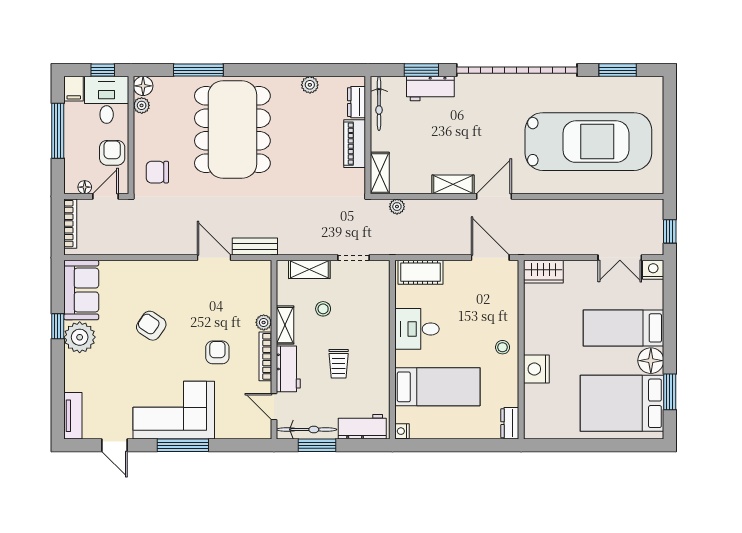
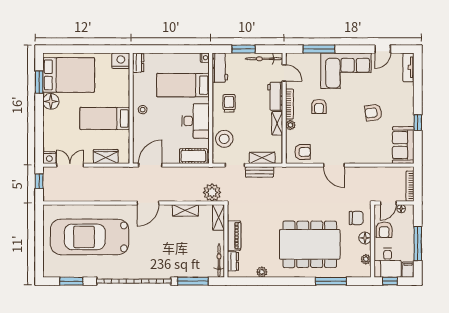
window: (421, 70) -> (193, 281), width x1.44
floor lamp: (143, 86) -> (365, 238), moved
workbench: (430, 89) -> (187, 270), removed
dining table: (232, 130) -> (310, 244), turned 90
shelving: (453, 184) -> (185, 210), moved
plant: (397, 207) -> (212, 193), width x1.88, depth x1.88
bench: (255, 247) -> (260, 172), moved
door: (214, 258) -> (334, 165), moved
door: (490, 258) -> (150, 165), swing flipped
wardrobe: (543, 272) -> (106, 156), moved
armchair: (244, 279) -> (303, 152), added
stool: (323, 309) -> (224, 139), moved, width x1.89, depth x1.89
armchair: (151, 326) -> (373, 113), moved, turned 138
bed: (624, 328) -> (105, 118), moved, turned 180
desk: (417, 329) -> (196, 121), width x1.37
plant: (80, 337) -> (404, 116), removed
trolley: (339, 364) -> (229, 103), moved
nightstand: (536, 369) -> (121, 61), moved, turned -90
workbench: (362, 427) -> (220, 68), moved, turned -90
door: (114, 445) -> (383, 49), swing flipped
window: (183, 445) -> (319, 49), moved
window: (317, 445) -> (243, 49), moved

